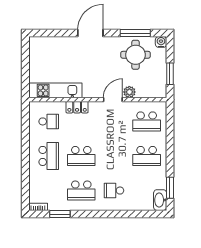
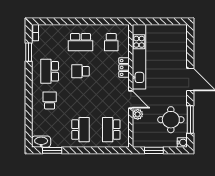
kitchen unit: (55, 90) -> (139, 57), width x1.36
school desk: (81, 156) -> (80, 71), width x0.54
school desk: (147, 156) -> (80, 130), turned 180

